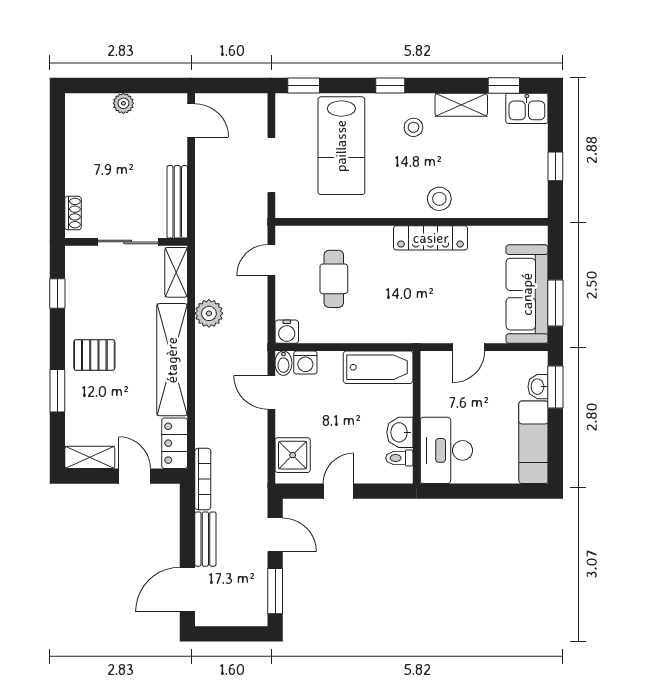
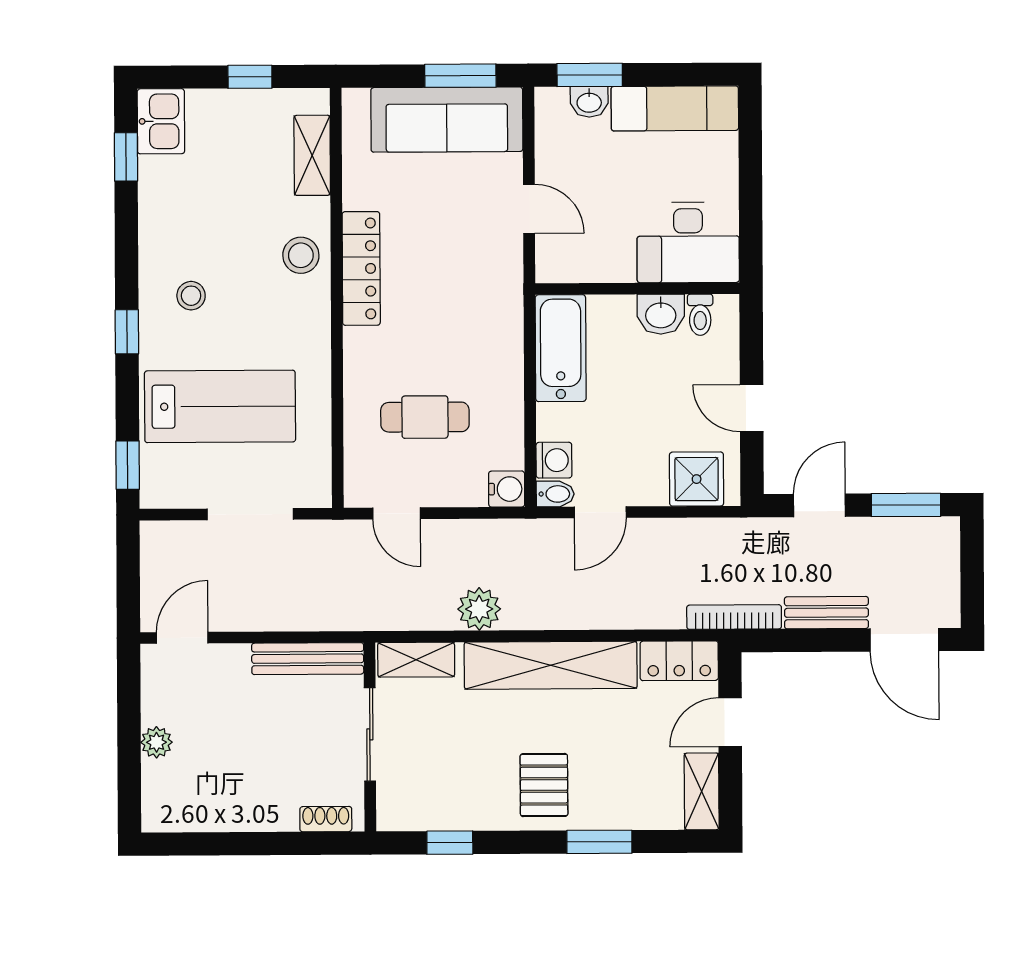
shelving: (461, 105) -> (312, 155), moved

